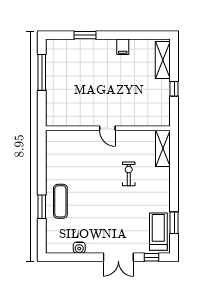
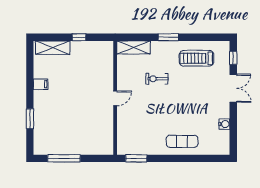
window: (42, 207) -> (136, 158), moved
window: (174, 223) -> (168, 37), moved
treadmill: (158, 232) -> (197, 58), moved

